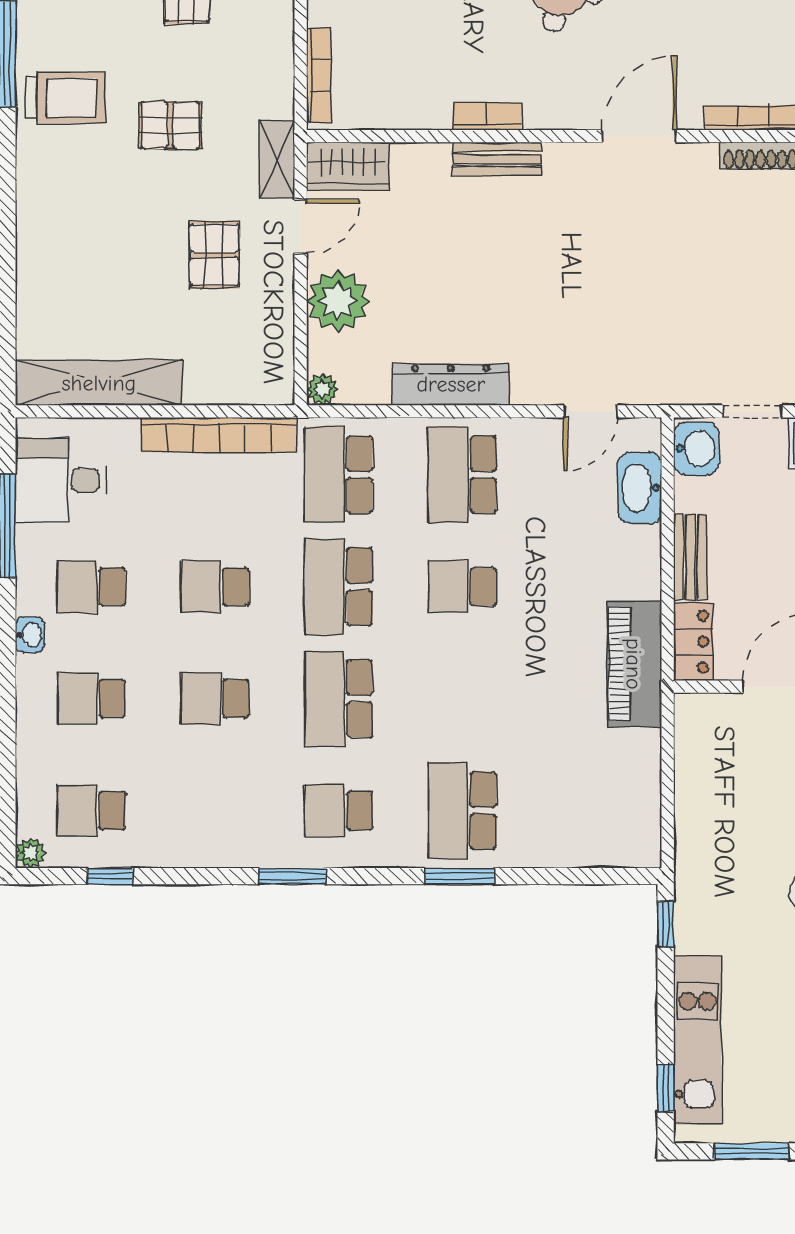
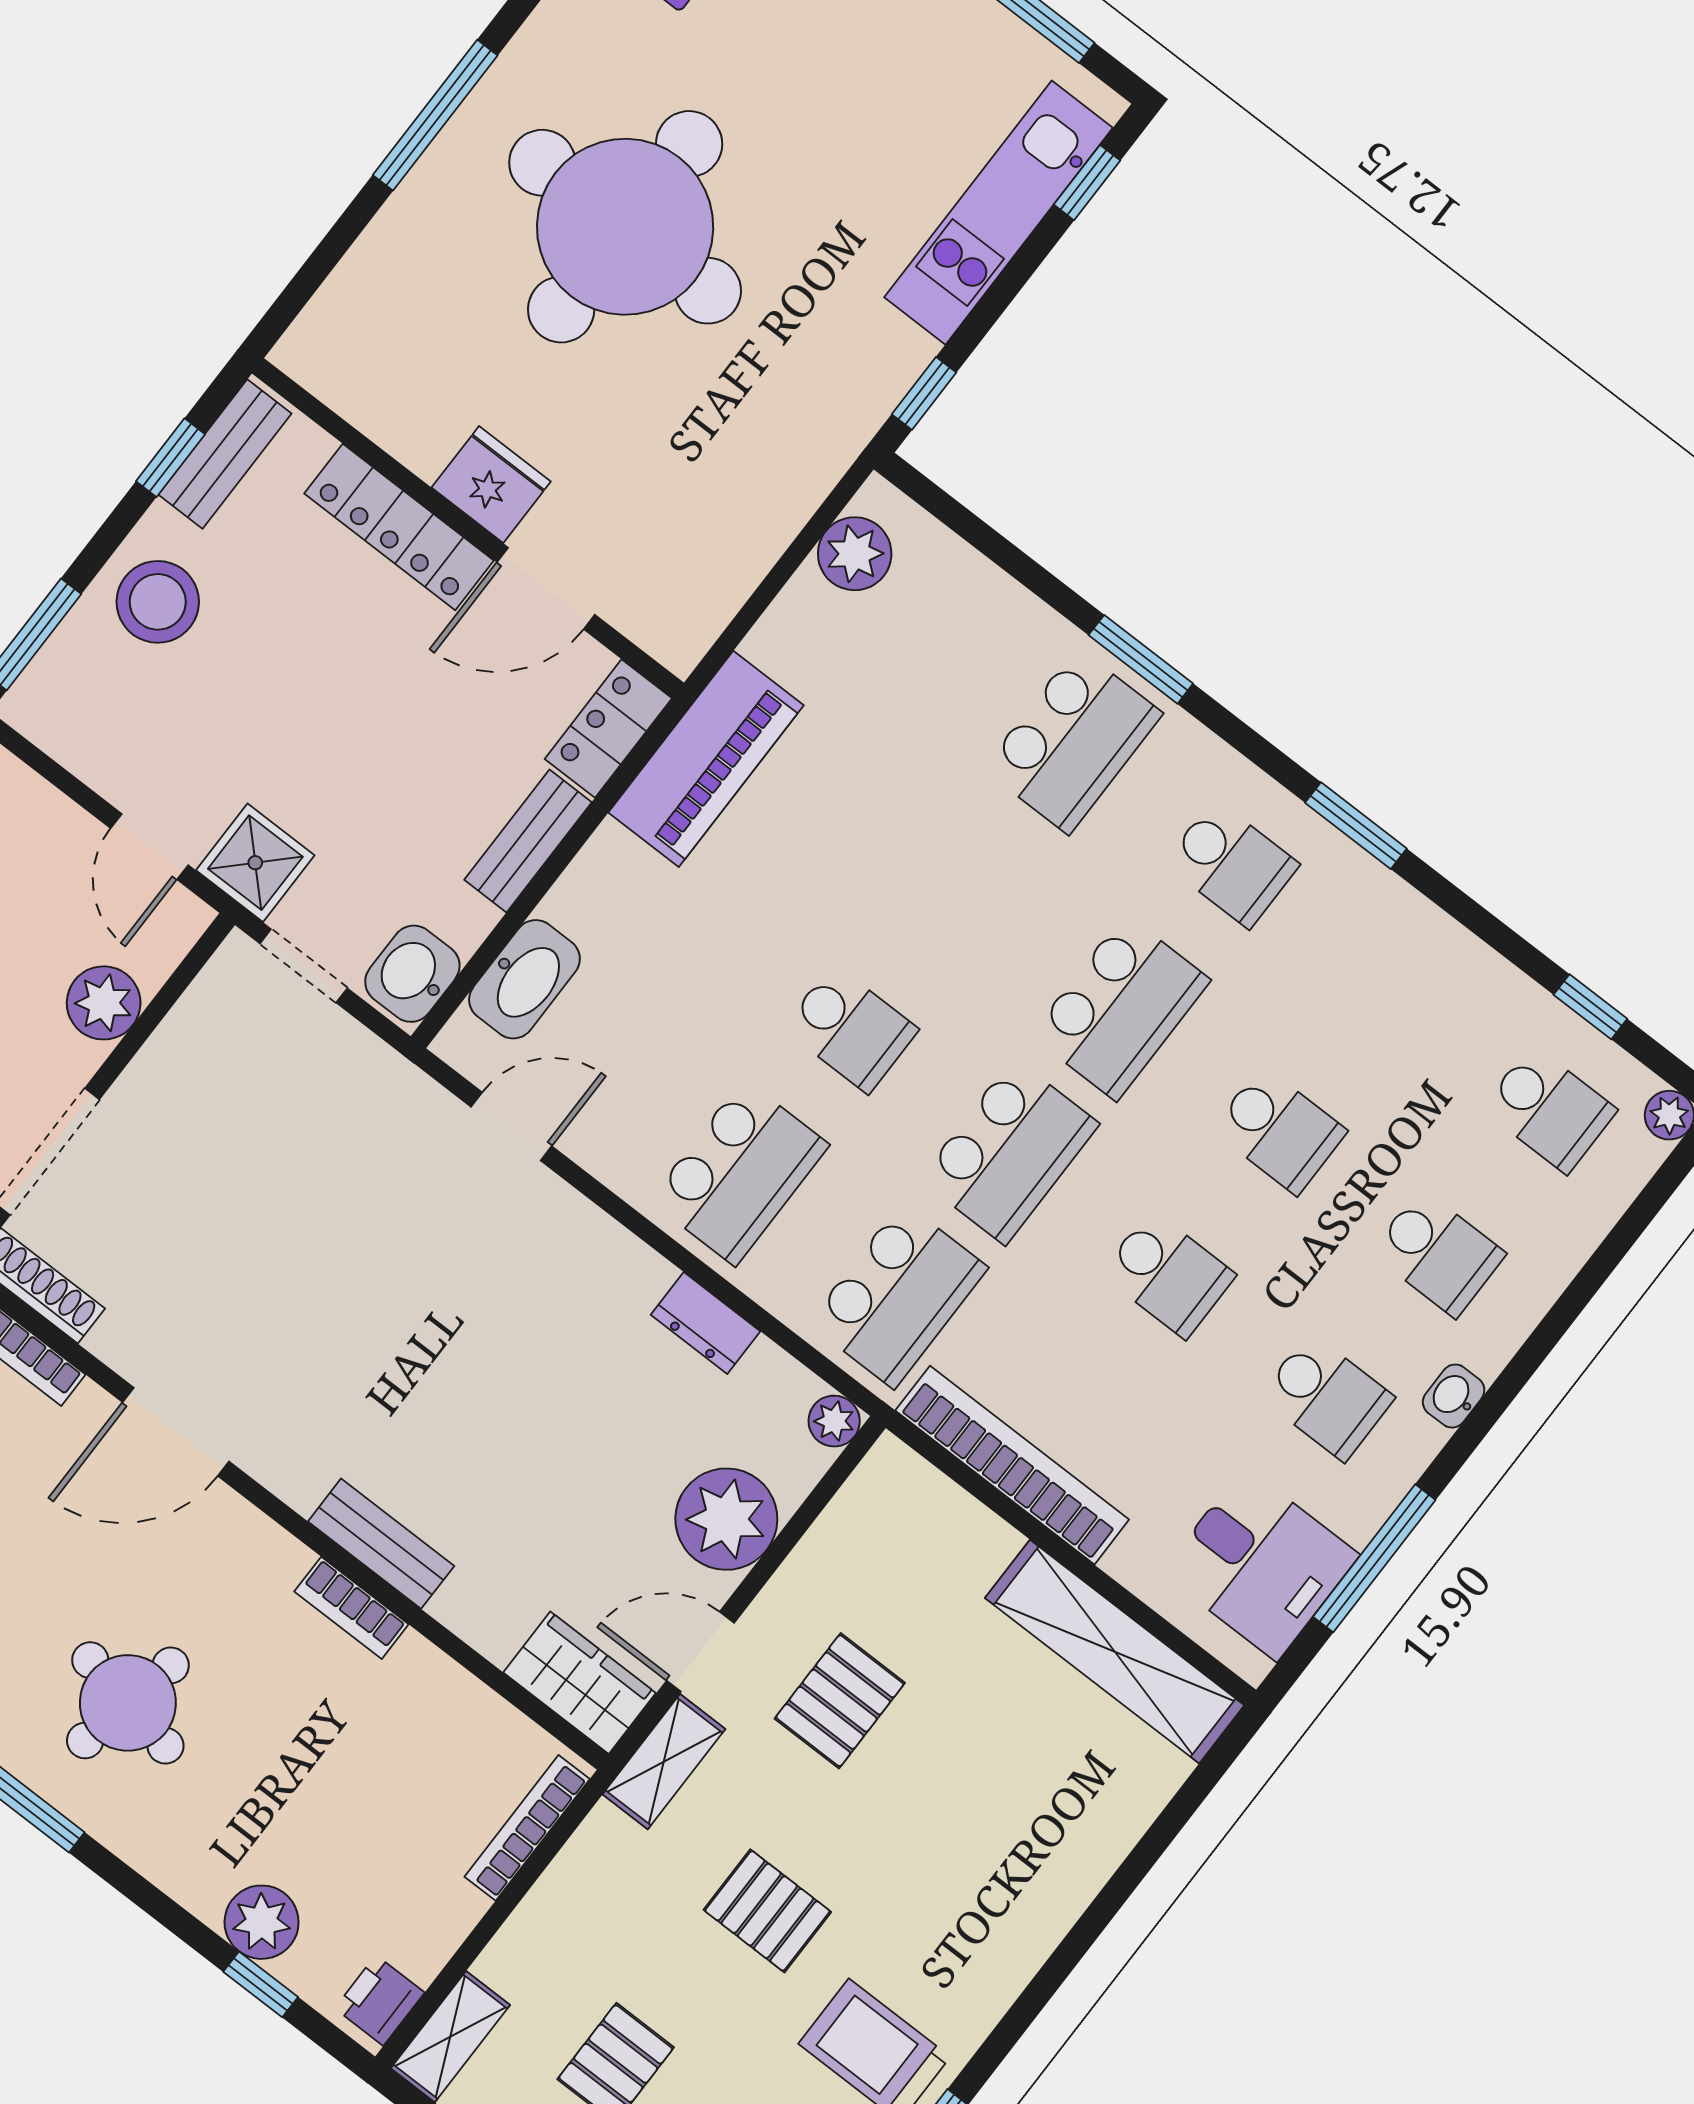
dresser: (451, 384) -> (705, 1323), width x0.51, depth x0.80
plant: (639, 820) -> (855, 554), added

